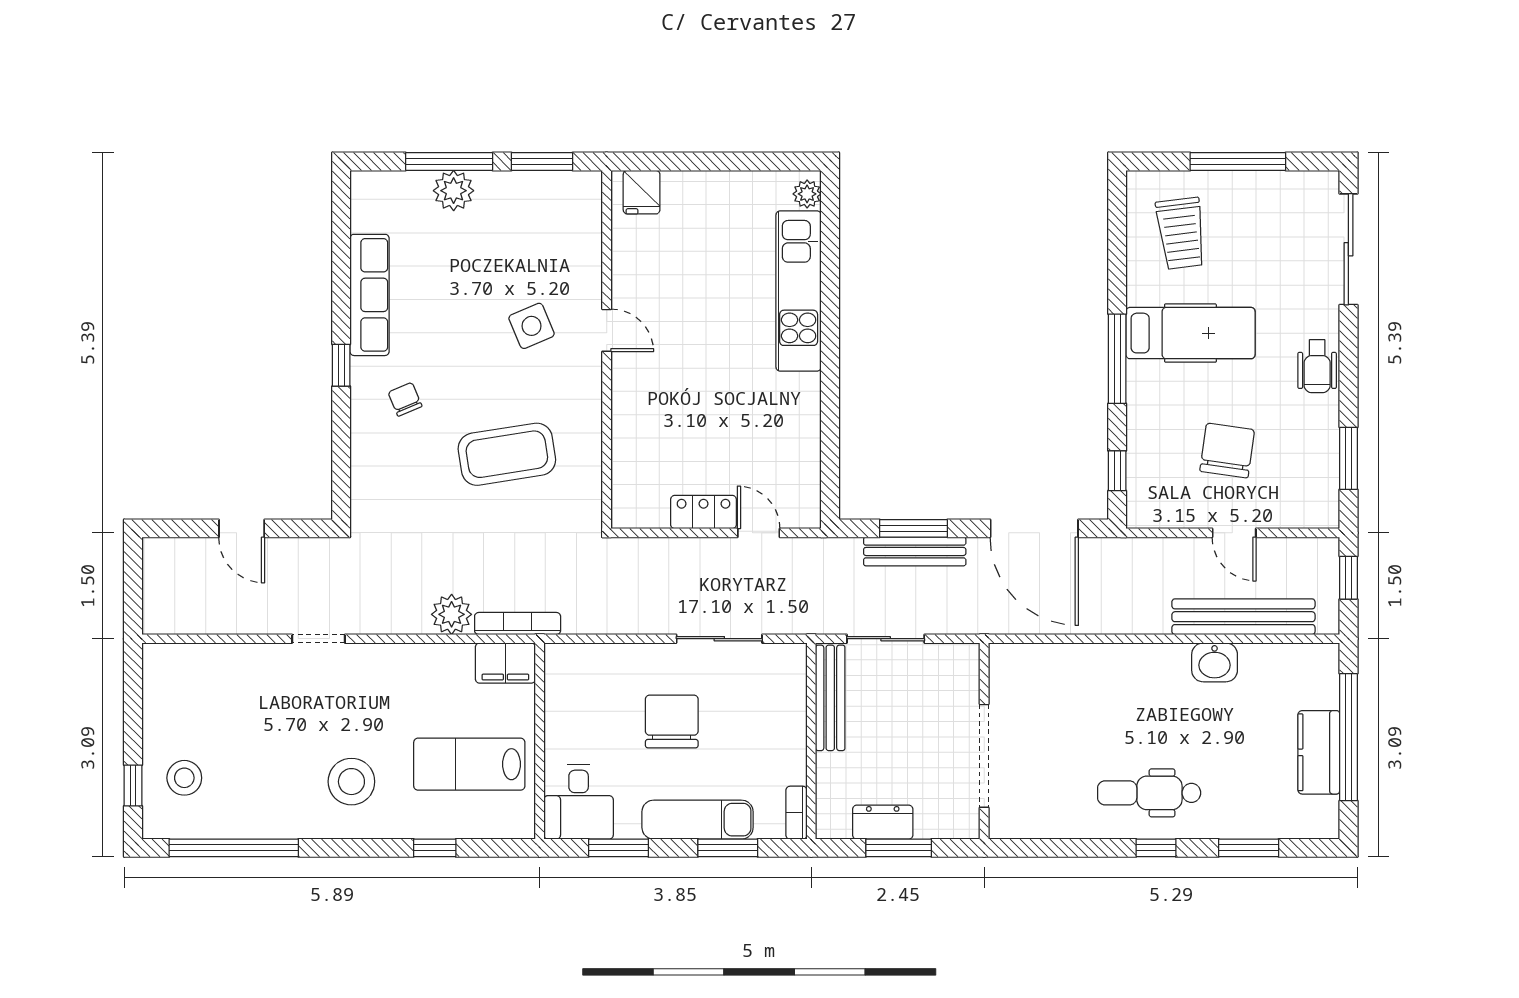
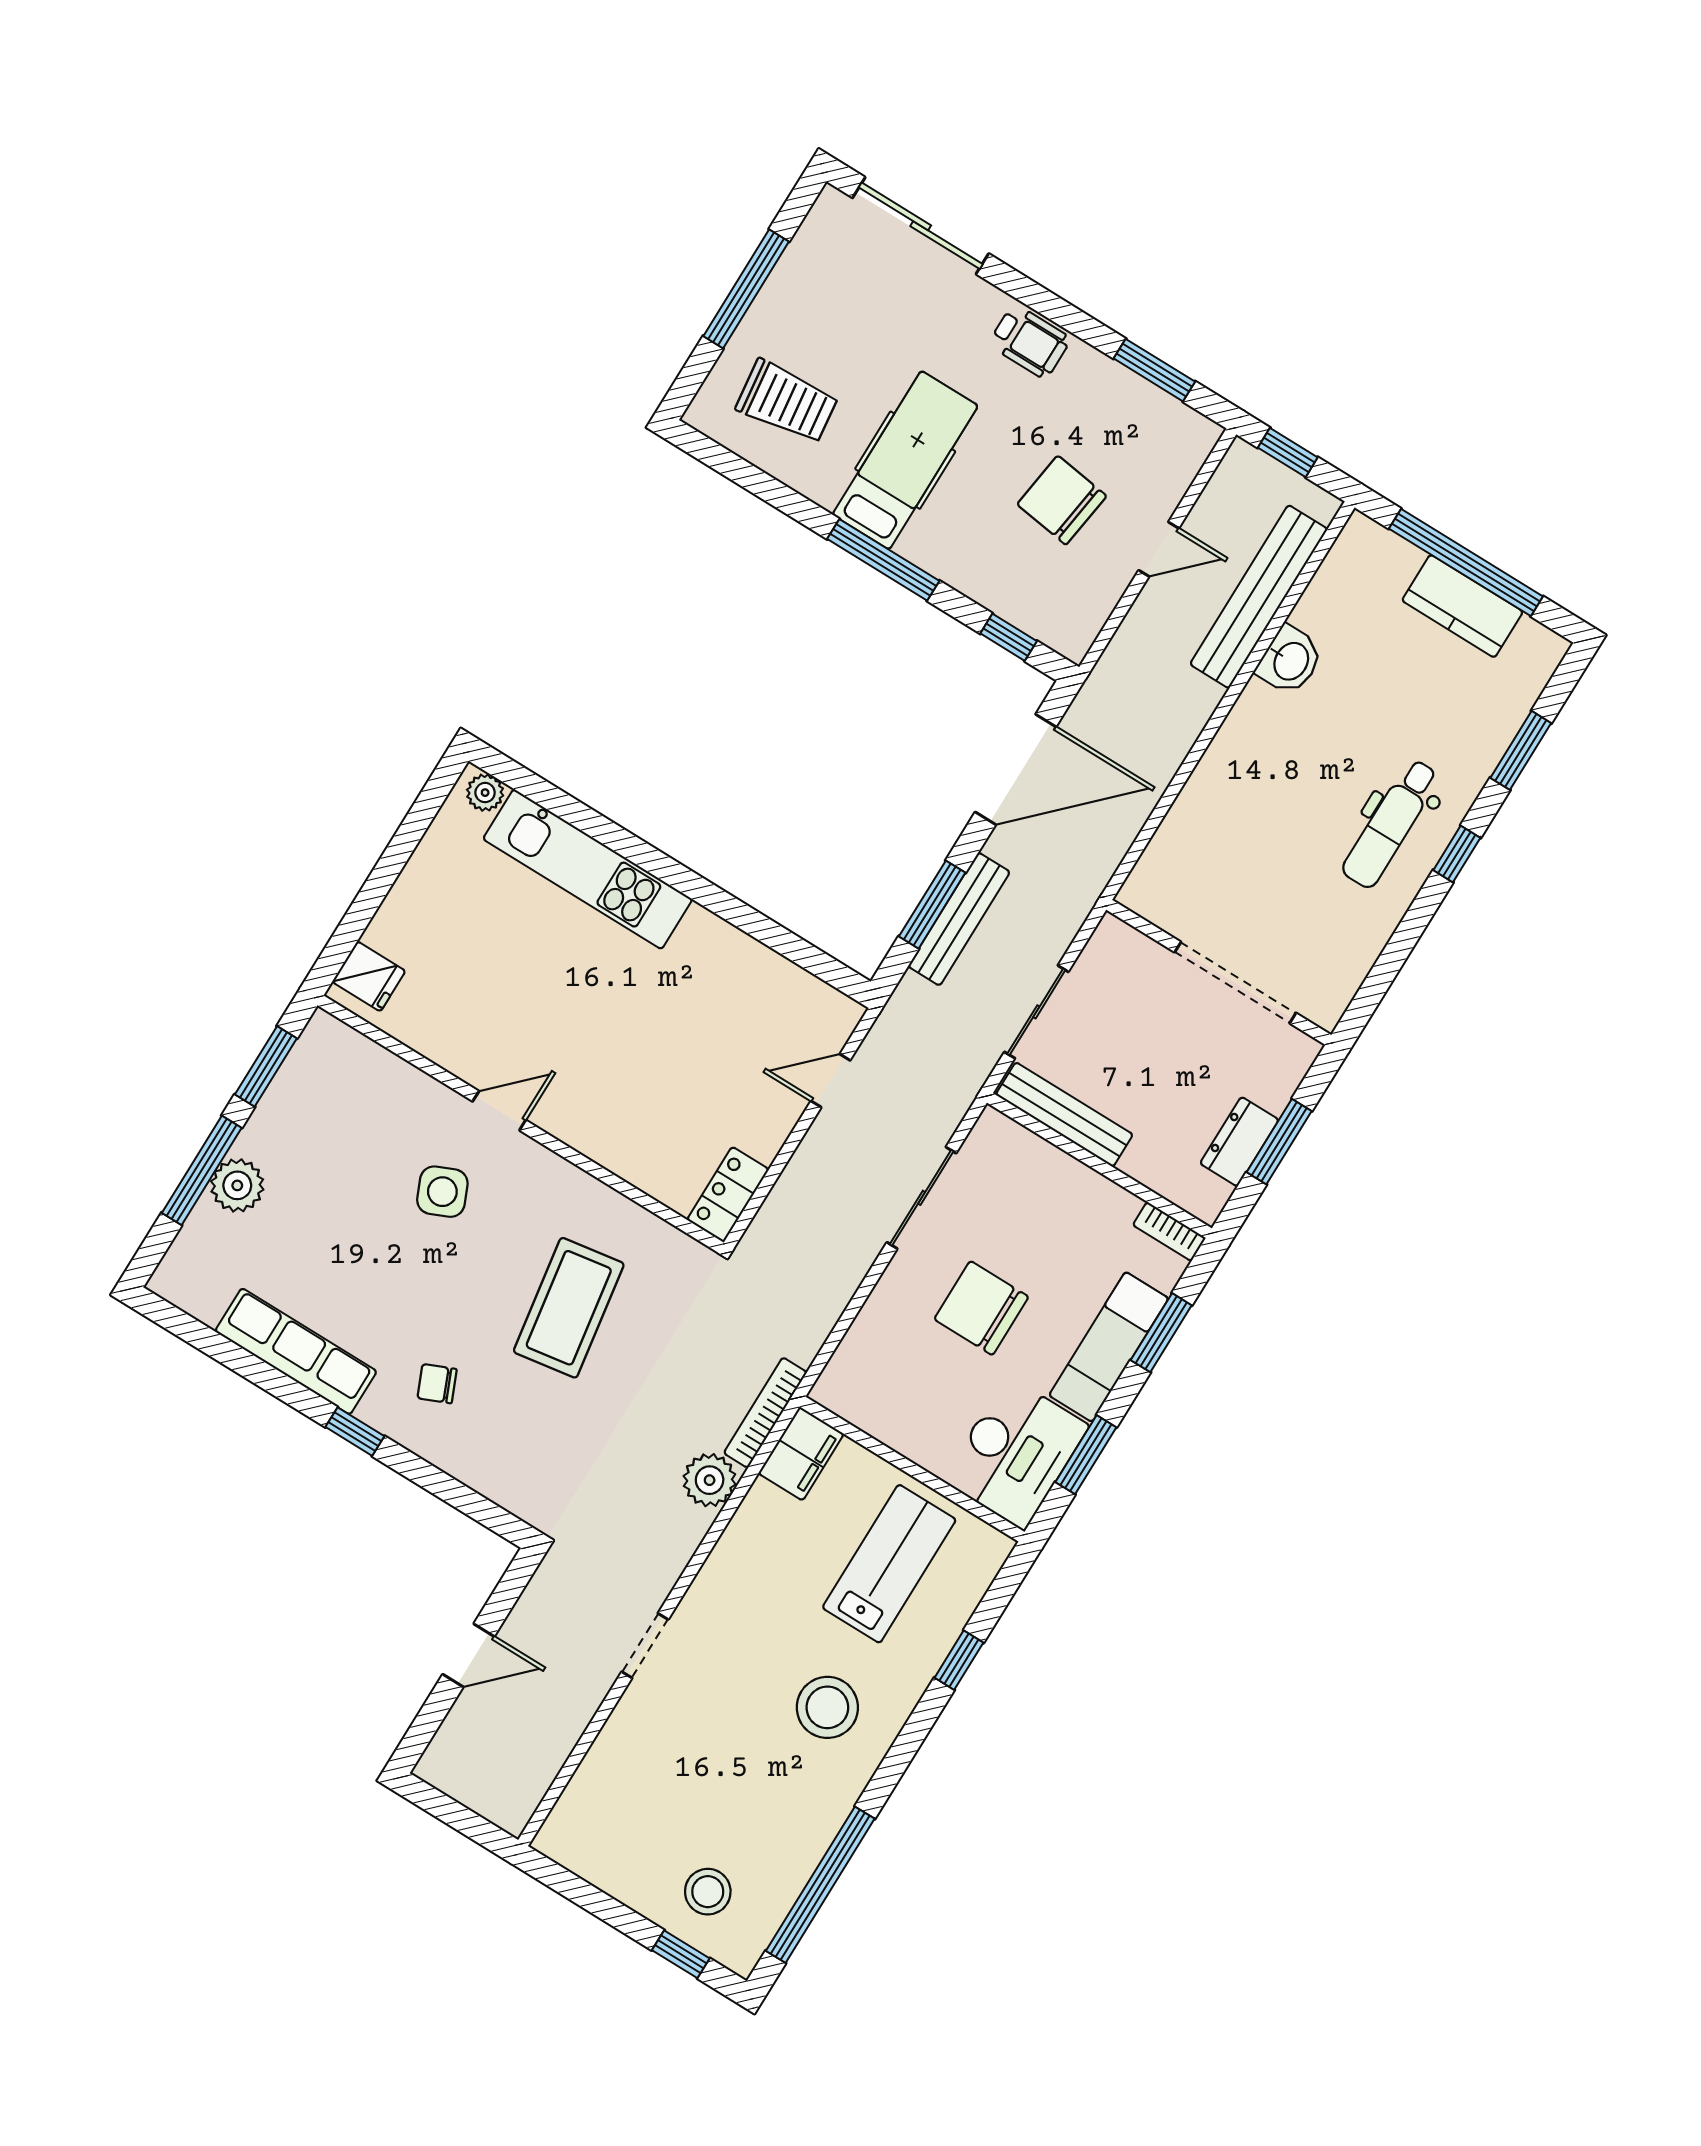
locker: (704, 512) -> (728, 1195), moved
lab bench: (469, 764) -> (889, 1564), turned 180
desk: (579, 802) -> (1016, 1453), width x1.37

